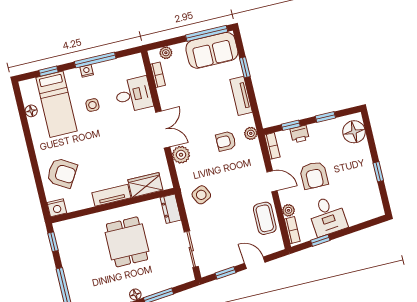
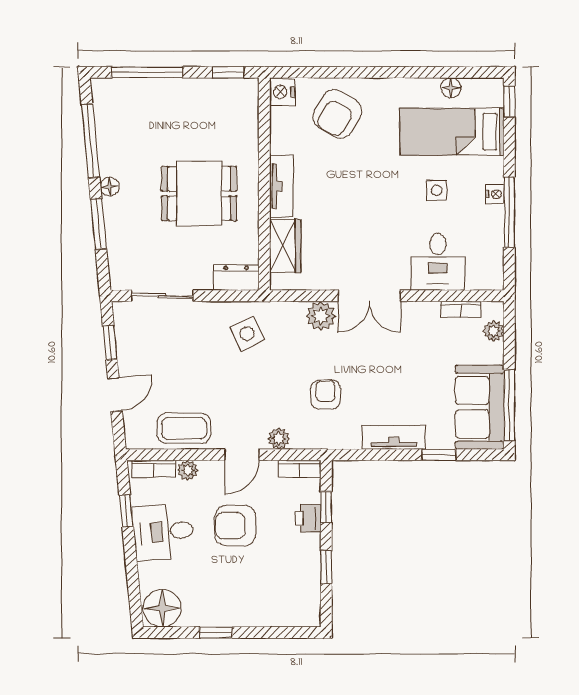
window: (49, 71) -> (509, 101), moved
floor lamp: (354, 132) -> (162, 608), moved
plant: (251, 133) -> (279, 439), moved

